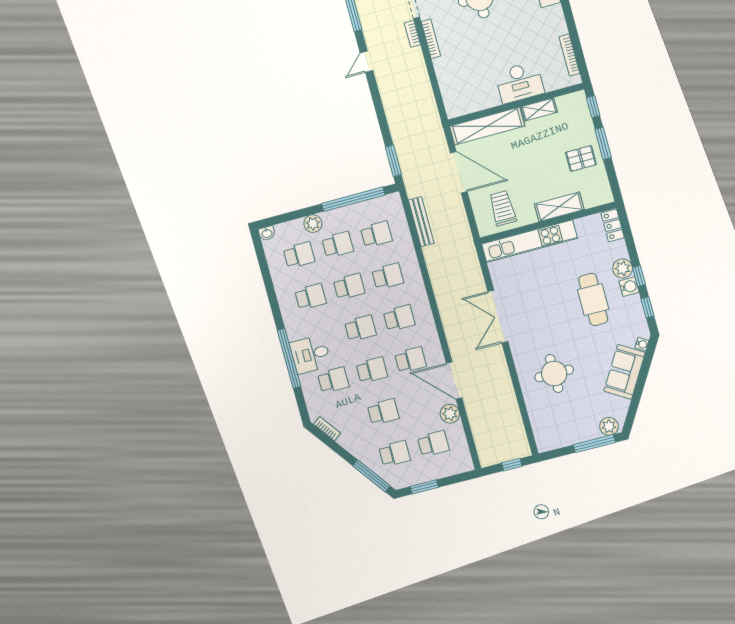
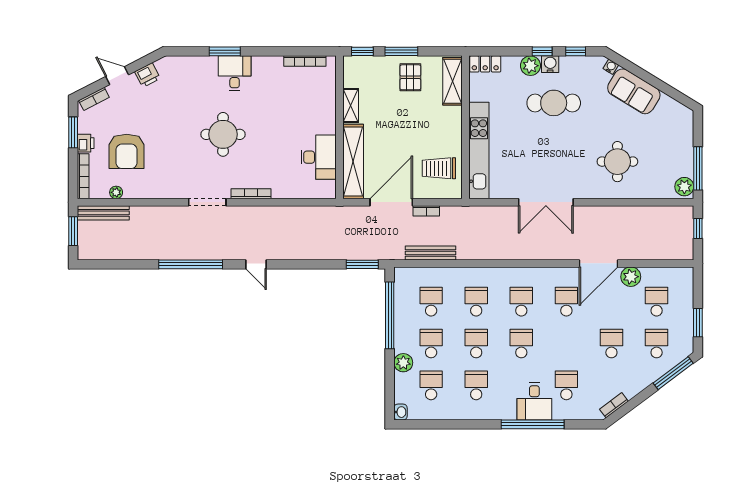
bookcase: (412, 34) -> (426, 211), moved
desk: (519, 82) -> (319, 157), moved
shelving: (559, 207) -> (453, 81), moved
school desk: (372, 370) -> (566, 343), removed
plant: (609, 426) -> (684, 187), moved
window: (594, 444) -> (698, 168), moved

